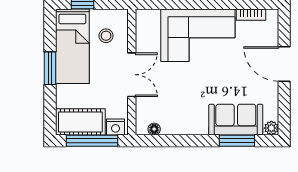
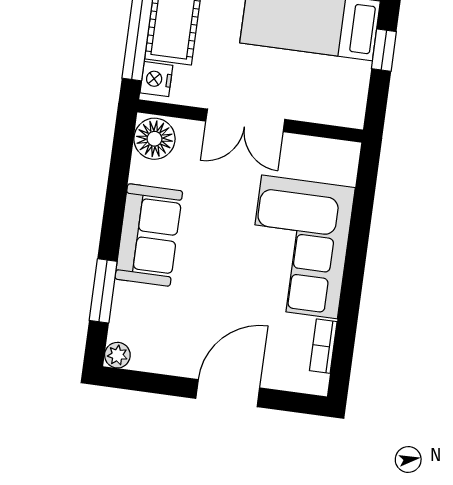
stool: (106, 36) -> (321, 84), removed
sofa: (236, 120) -> (149, 235), moved
floor lamp: (154, 129) -> (154, 139), width x1.89, depth x1.89

